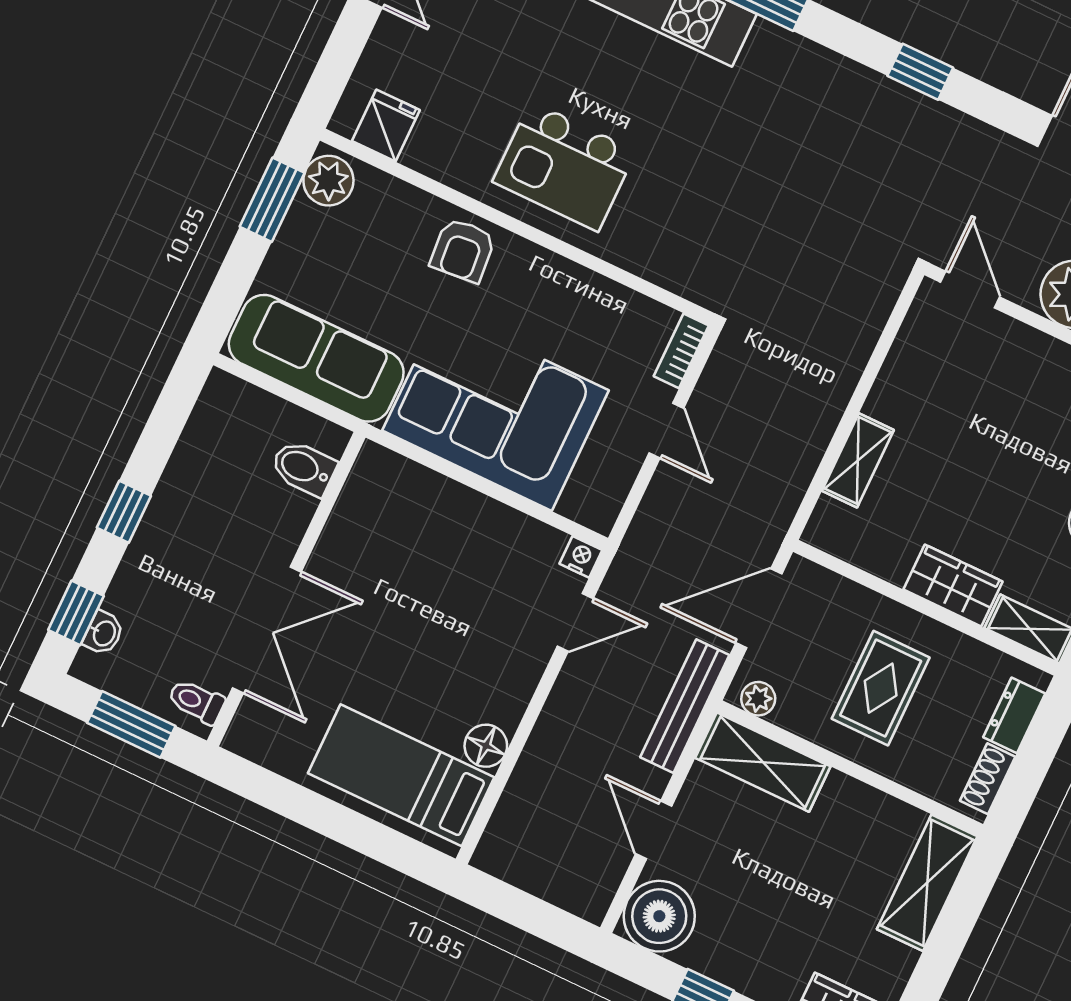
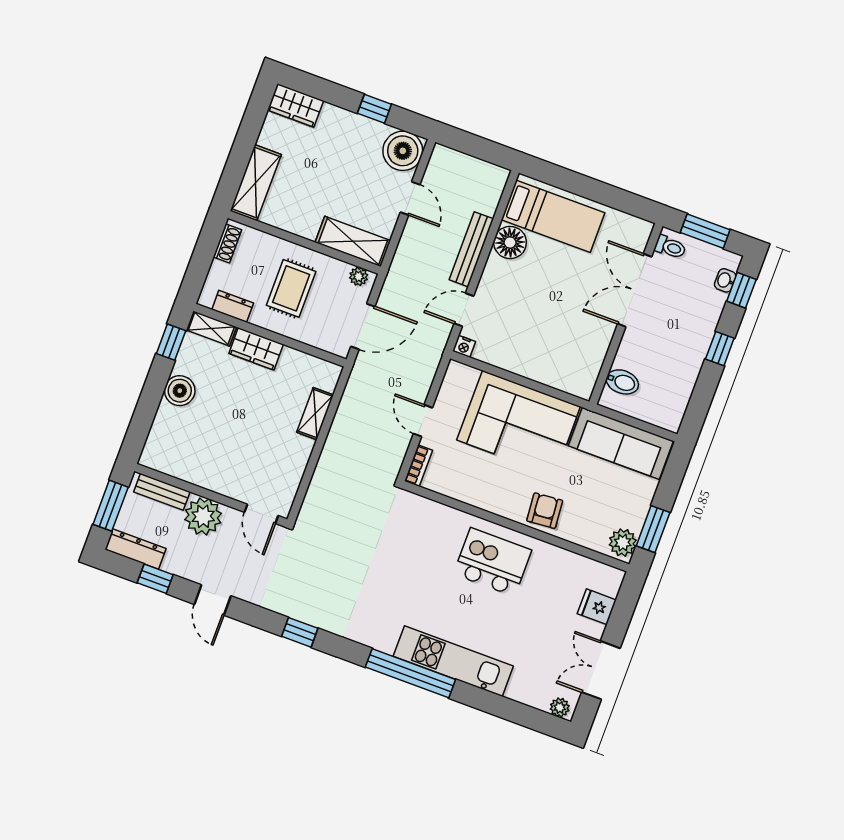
fridge: (386, 125) -> (597, 607), moved, turned 90
bench: (685, 706) -> (471, 249), moved
dresser: (1014, 715) -> (233, 306), moved, turned -90
floor lamp: (486, 746) -> (510, 242), width x1.38, depth x1.38

